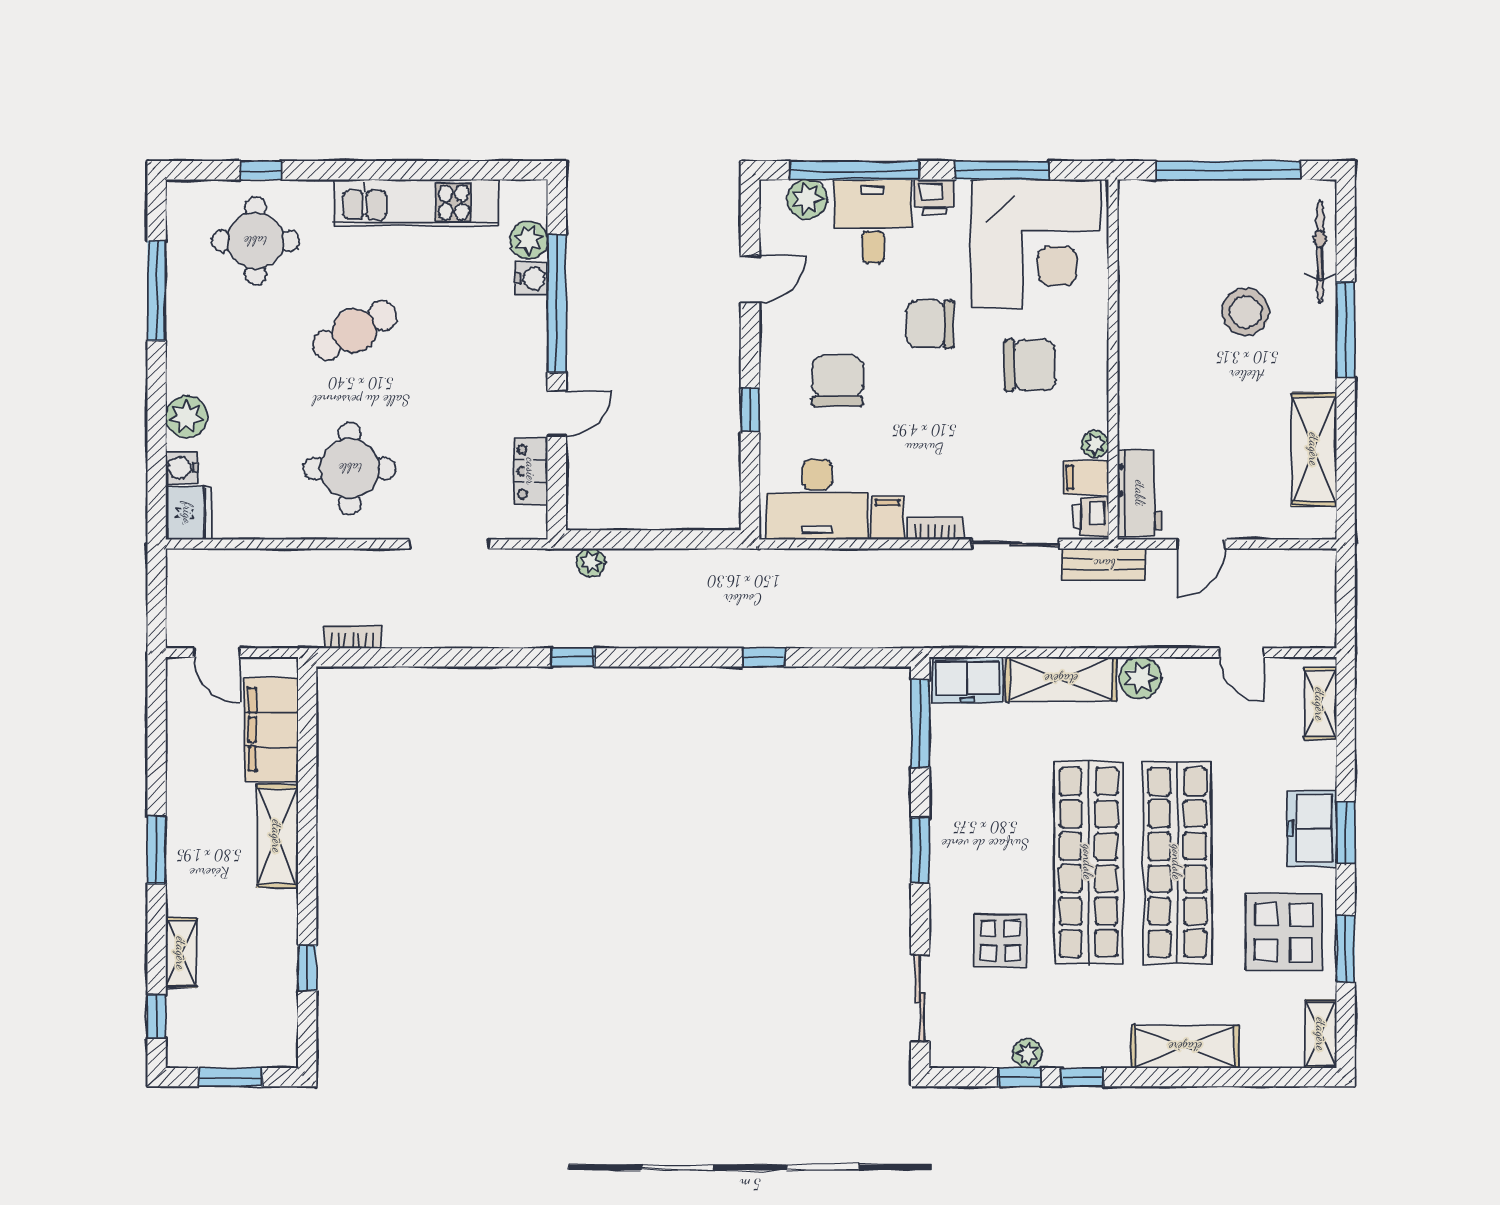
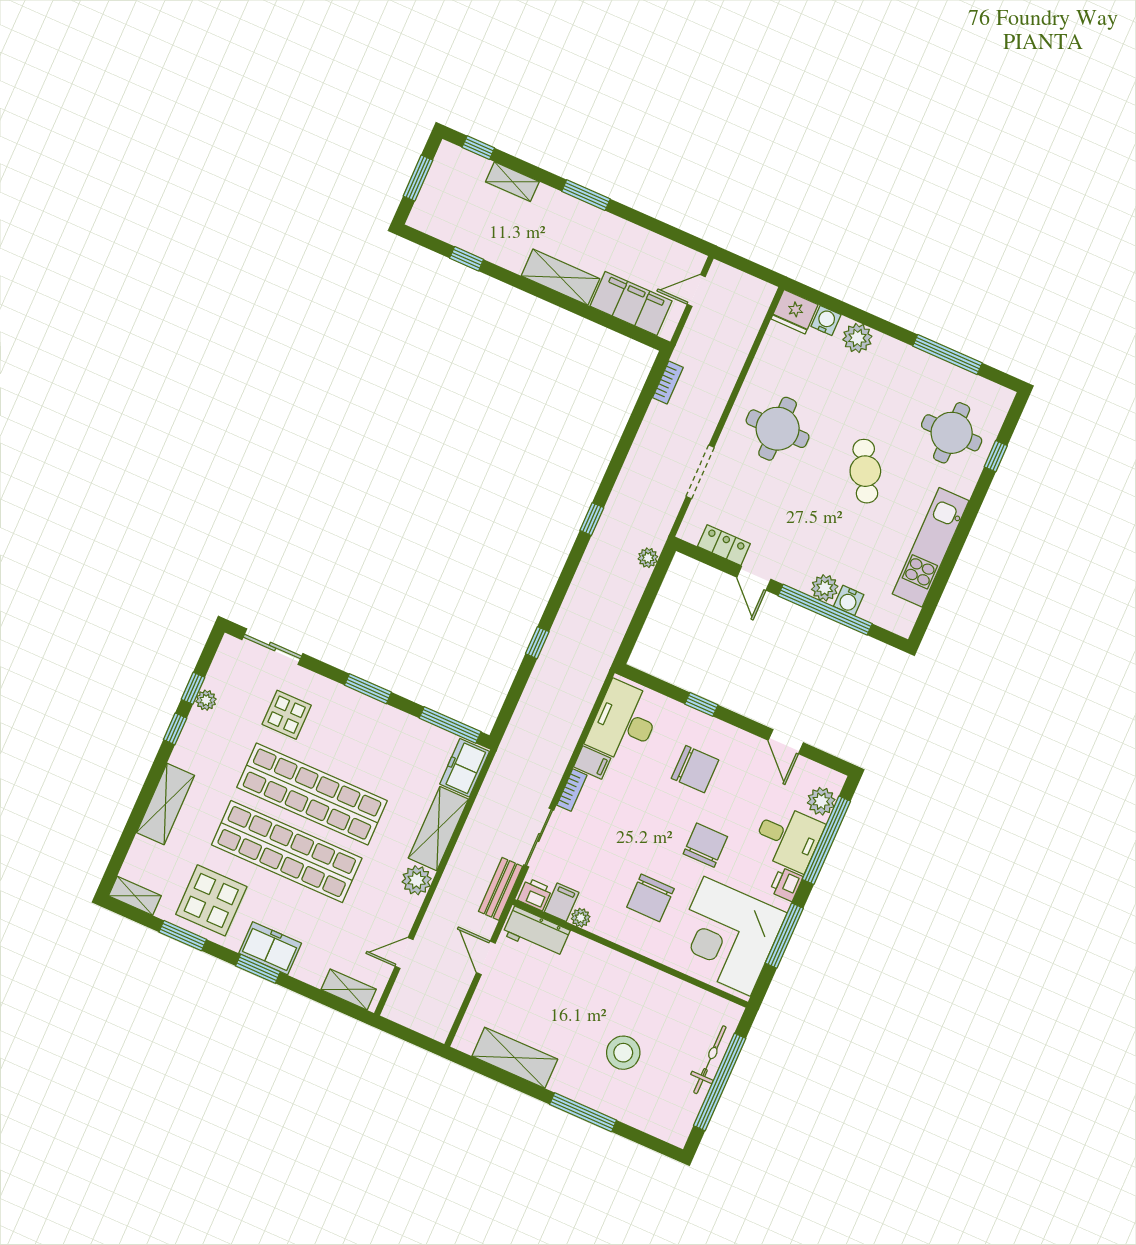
plant: (529, 240) -> (825, 588), moved
bicycle: (1320, 251) -> (710, 1060), moved, turned -90

